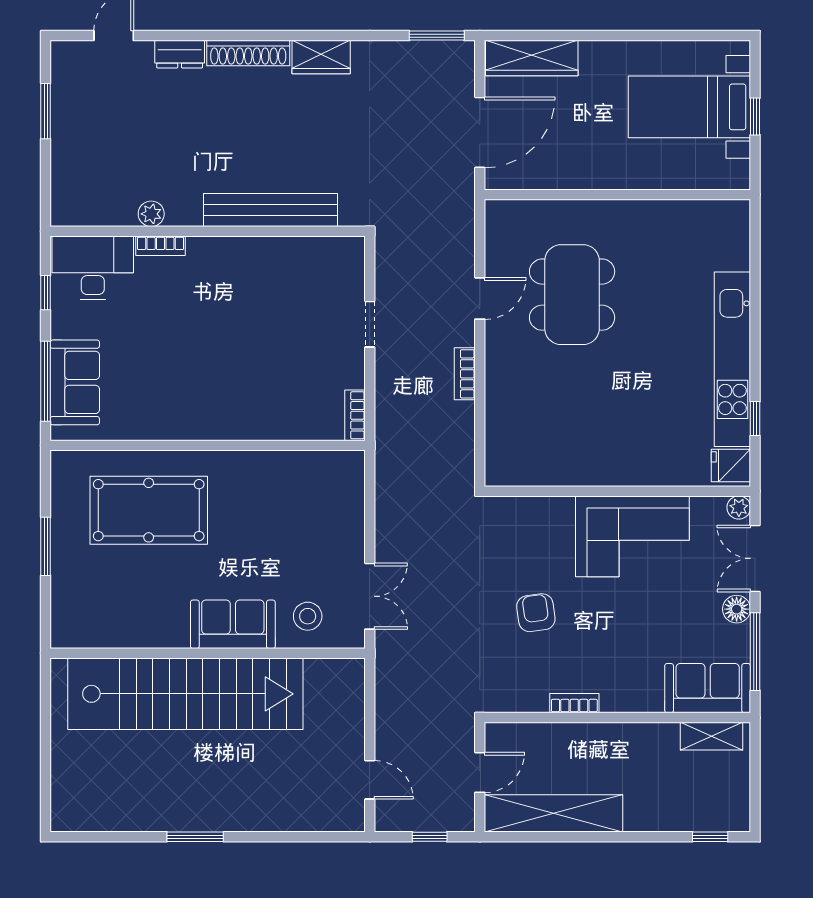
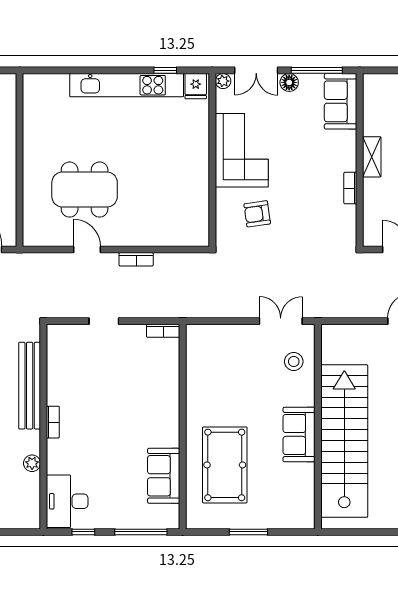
bookcase: (161, 246) -> (53, 422), moved
sofa: (75, 382) -> (164, 476), moved, turned -90
armchair: (536, 613) -> (257, 214), moved
sofa: (233, 624) -> (299, 434), moved
shelving: (711, 736) -> (372, 157), moved

